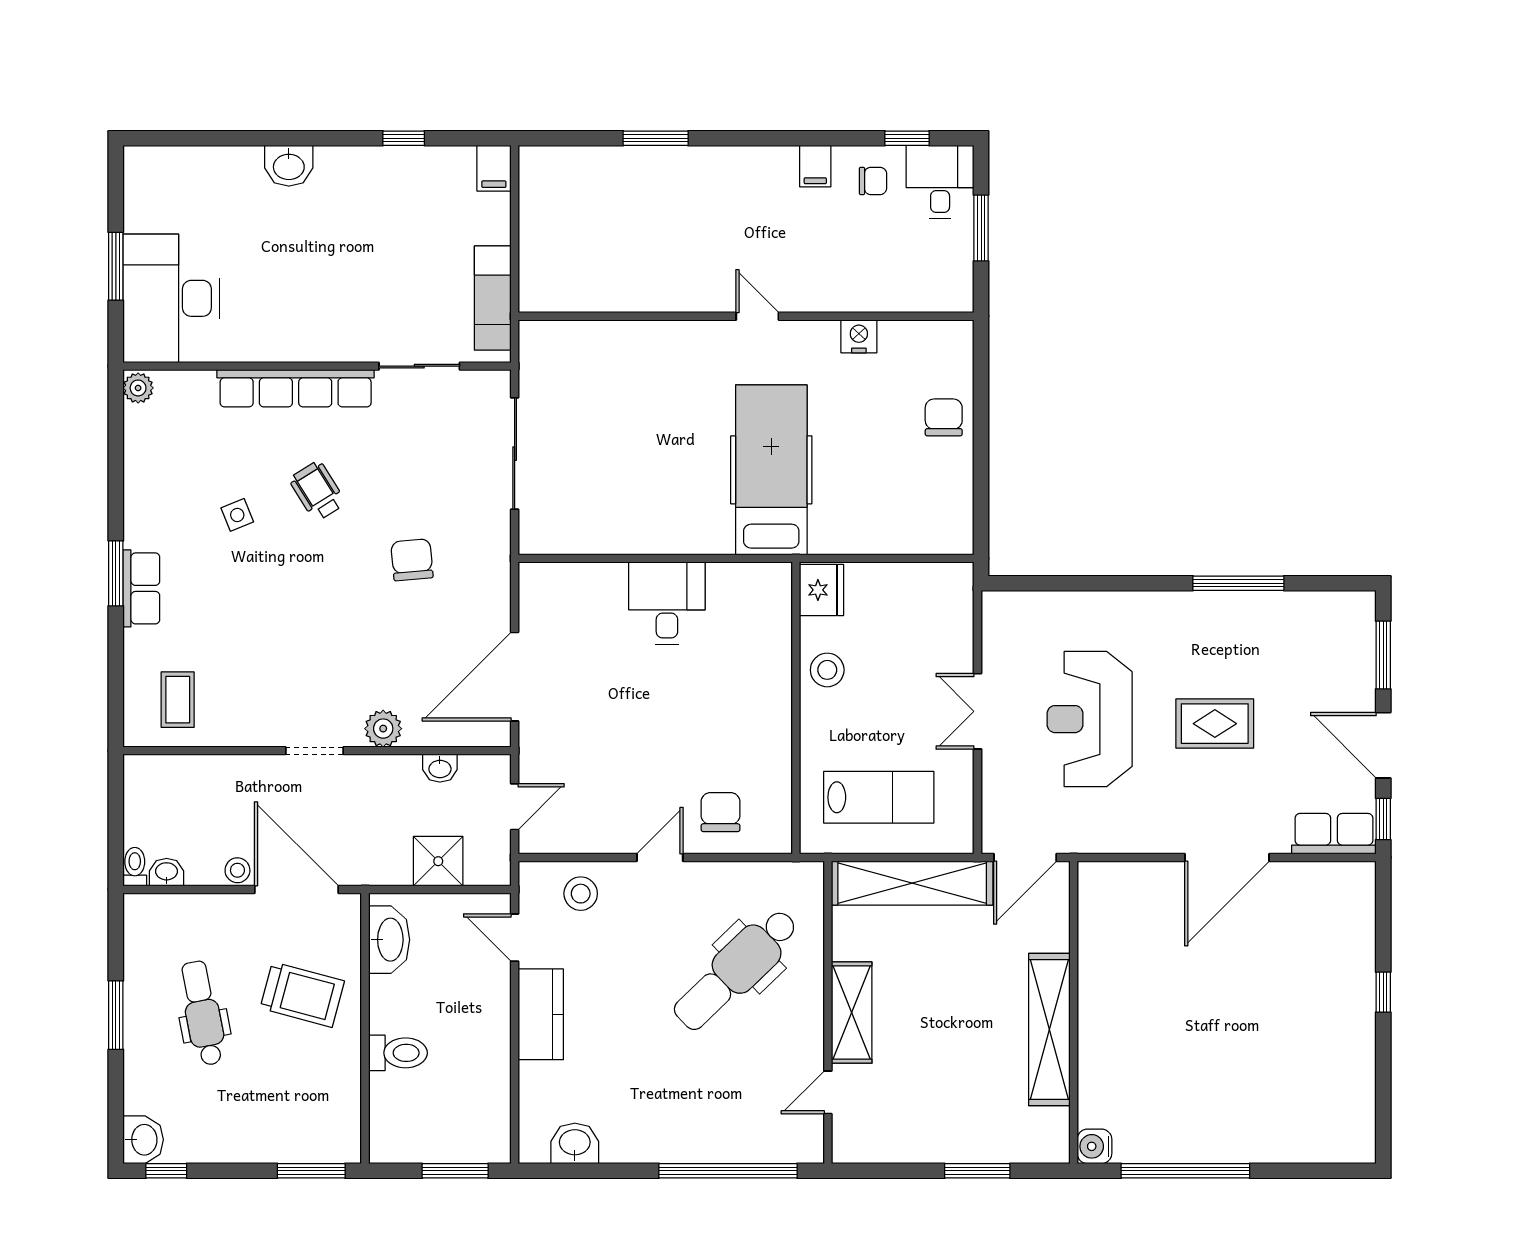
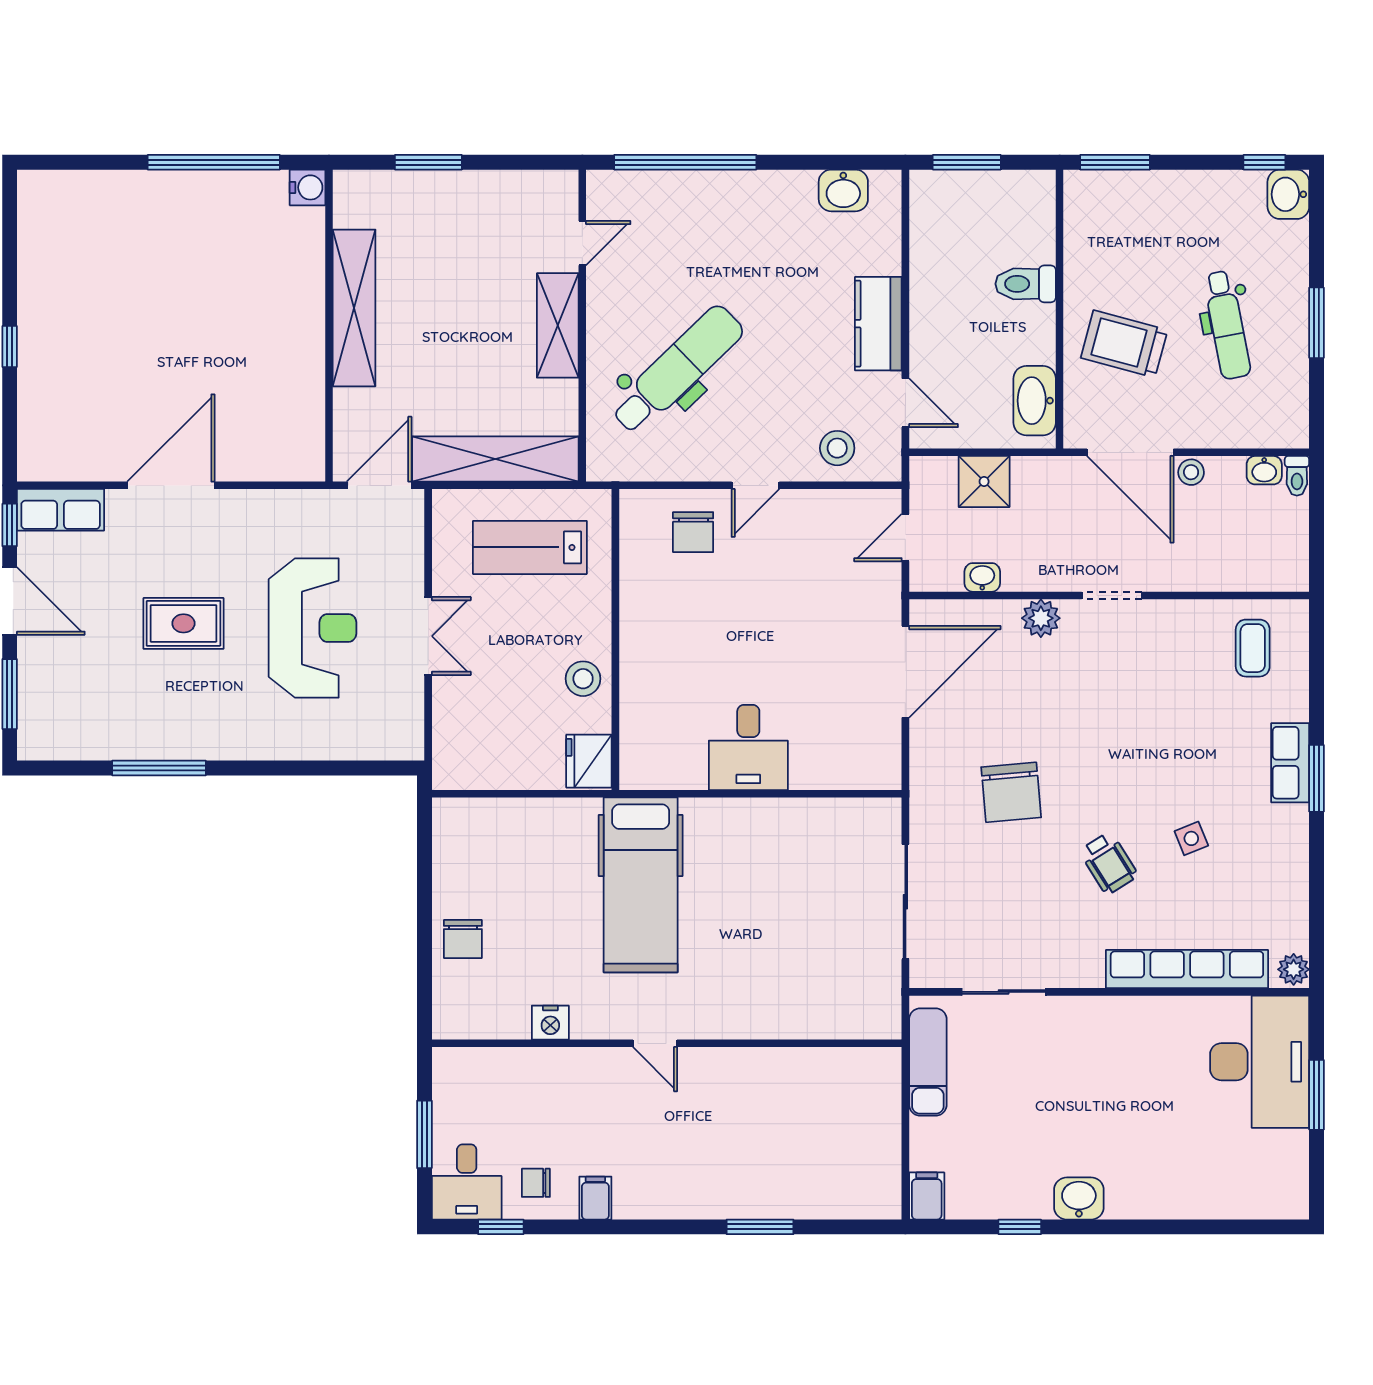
washbasin: (289, 166) -> (1079, 1198), moved
row of seats: (296, 388) -> (1187, 969), moved
chair: (412, 560) -> (1011, 792), width x1.37, depth x1.37

